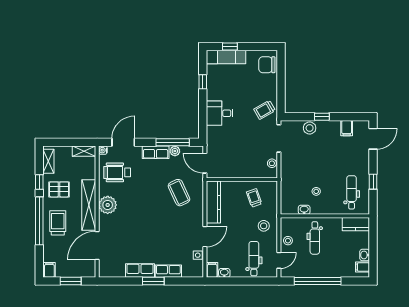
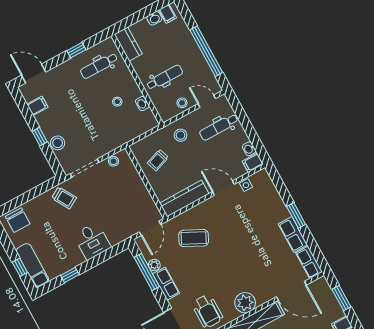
coffee table: (179, 193) -> (194, 238), turned 52
row of seats: (168, 271) -> (309, 262), moved

